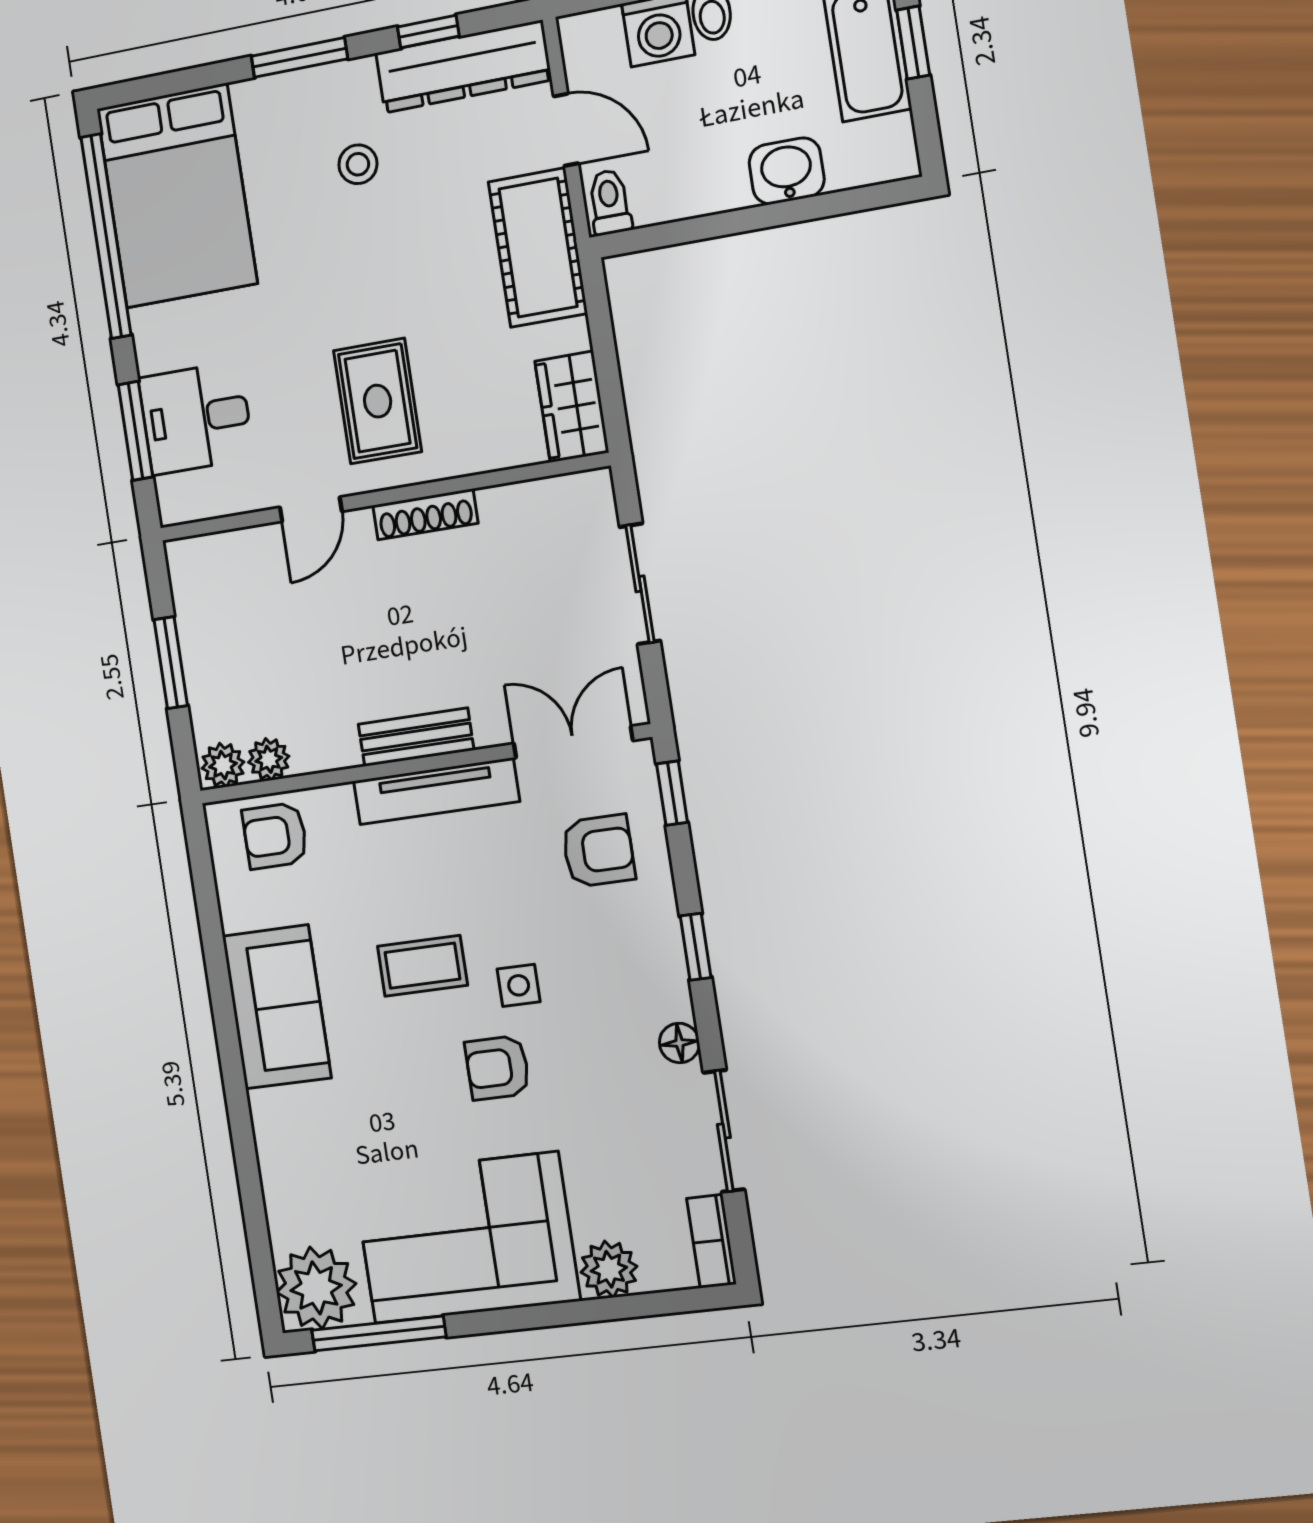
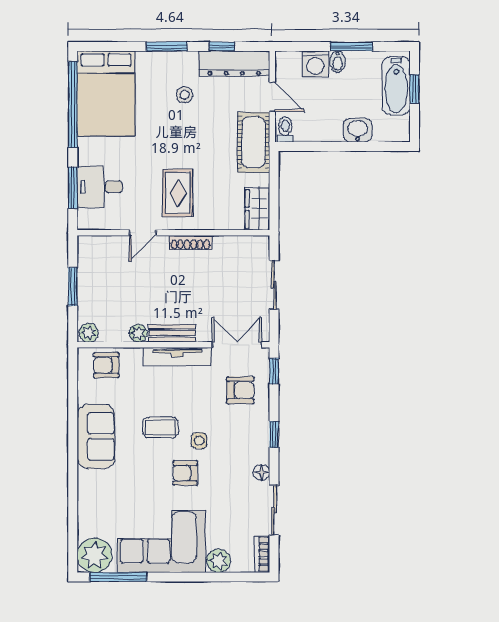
plant: (269, 759) -> (138, 333), moved

